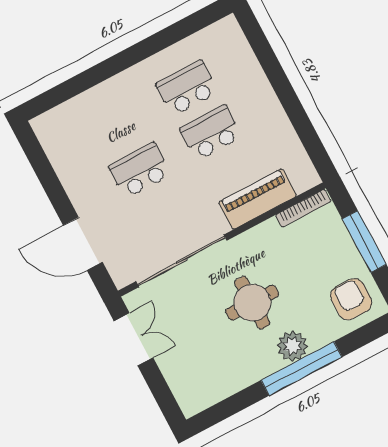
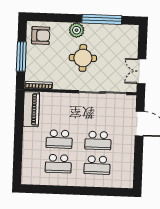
school desk: (116, 125) -> (97, 165), added
piano: (258, 199) -> (31, 109), moved, turned -90
armchair: (351, 299) -> (41, 35), turned -90
window: (302, 369) -> (102, 19), moved

